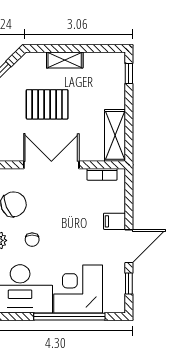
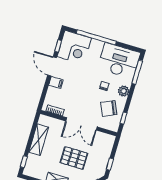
shelving: (115, 135) -> (39, 140), moved
door: (129, 246) -> (52, 66), hinge flipped
corner desk: (78, 289) -> (74, 47), moved

